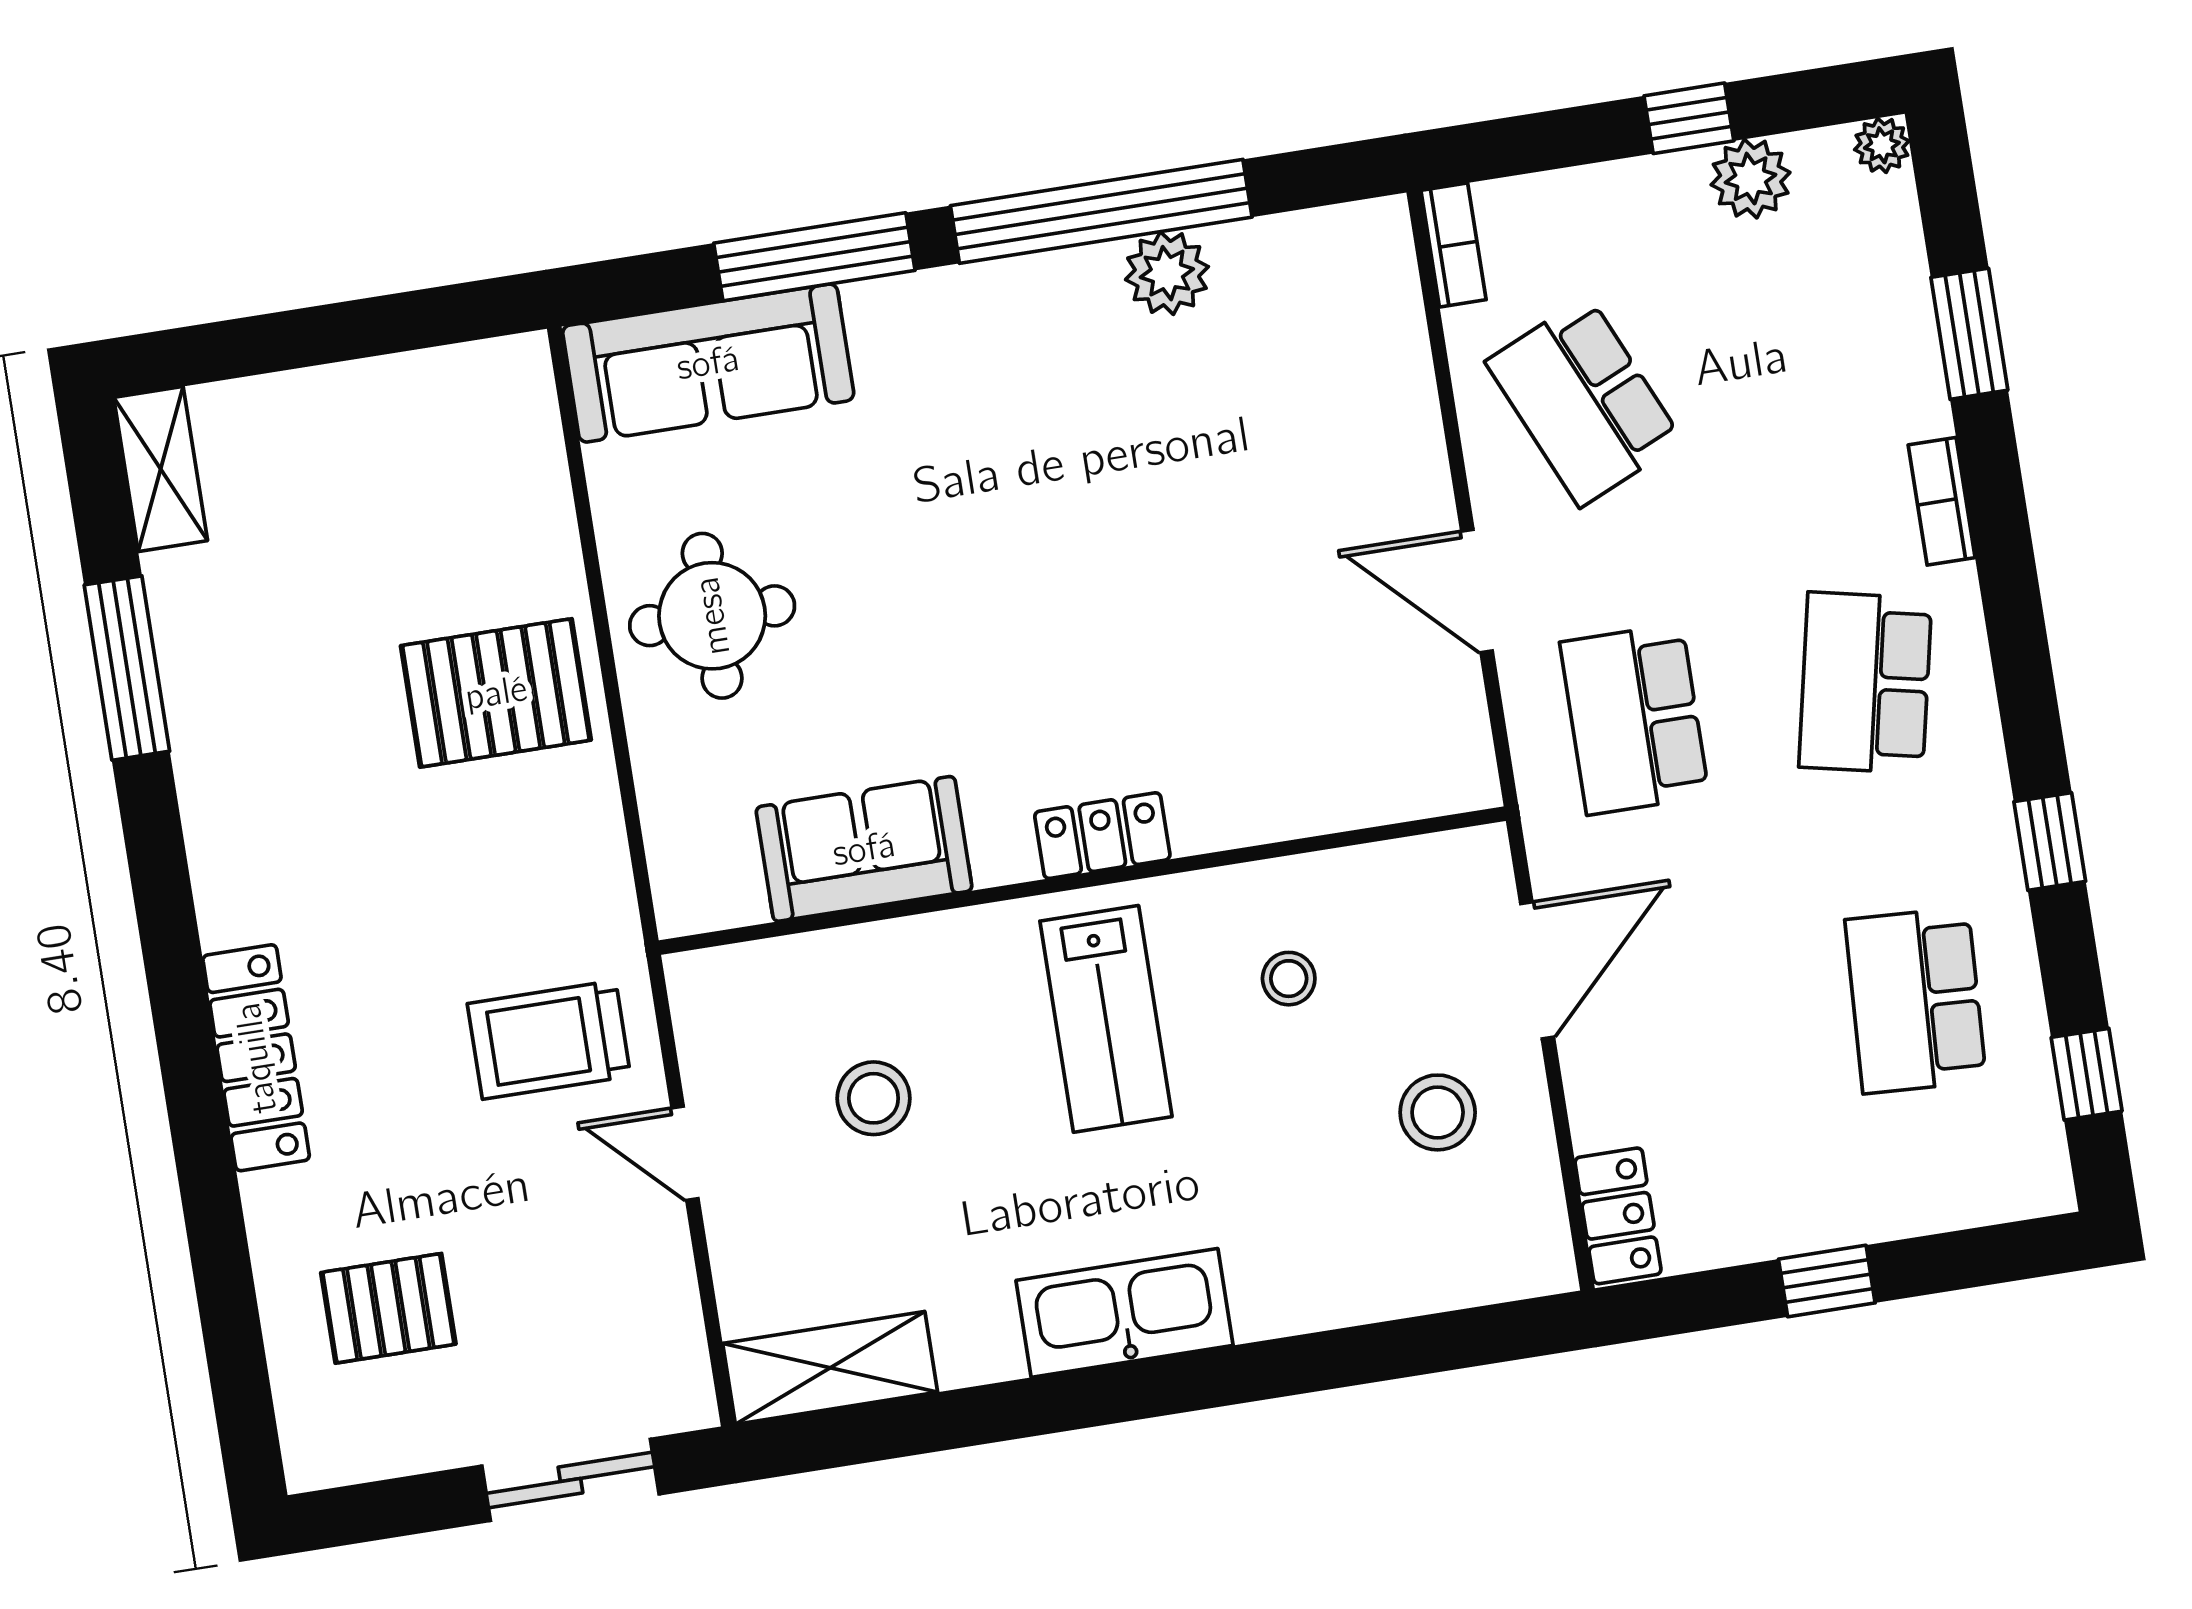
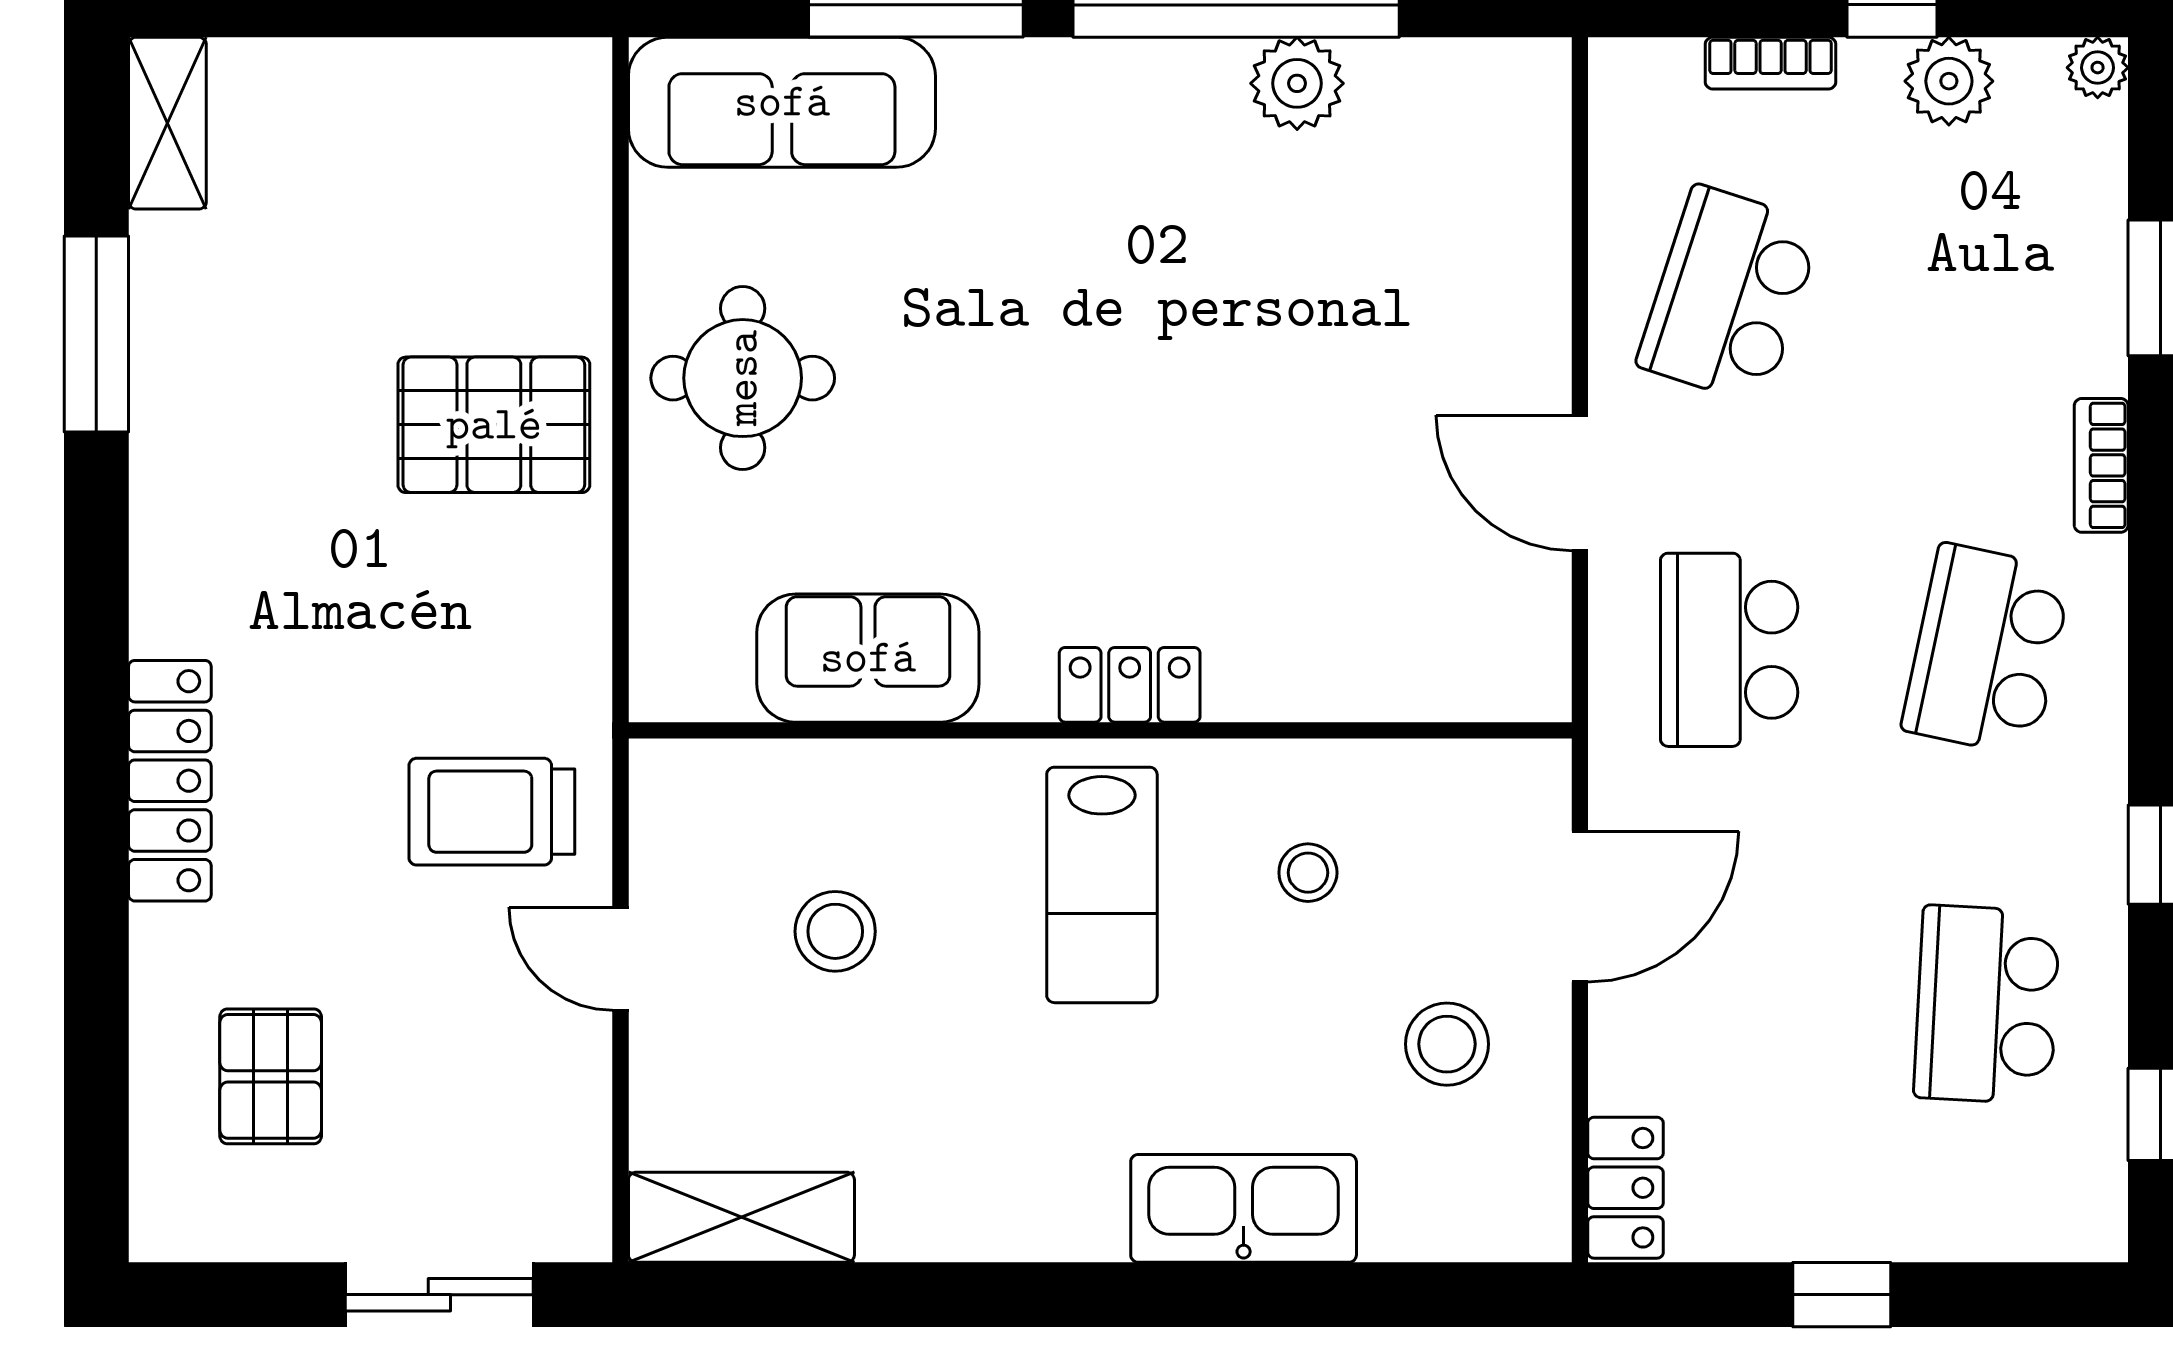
bookcase: (1454, 245) -> (1771, 63), moved, turned 90
school desk: (1584, 401) -> (1729, 295), turned 42
pallet: (388, 1308) -> (271, 1076), turned 90
kitchen sink: (1125, 1313) -> (1244, 1208), moved

